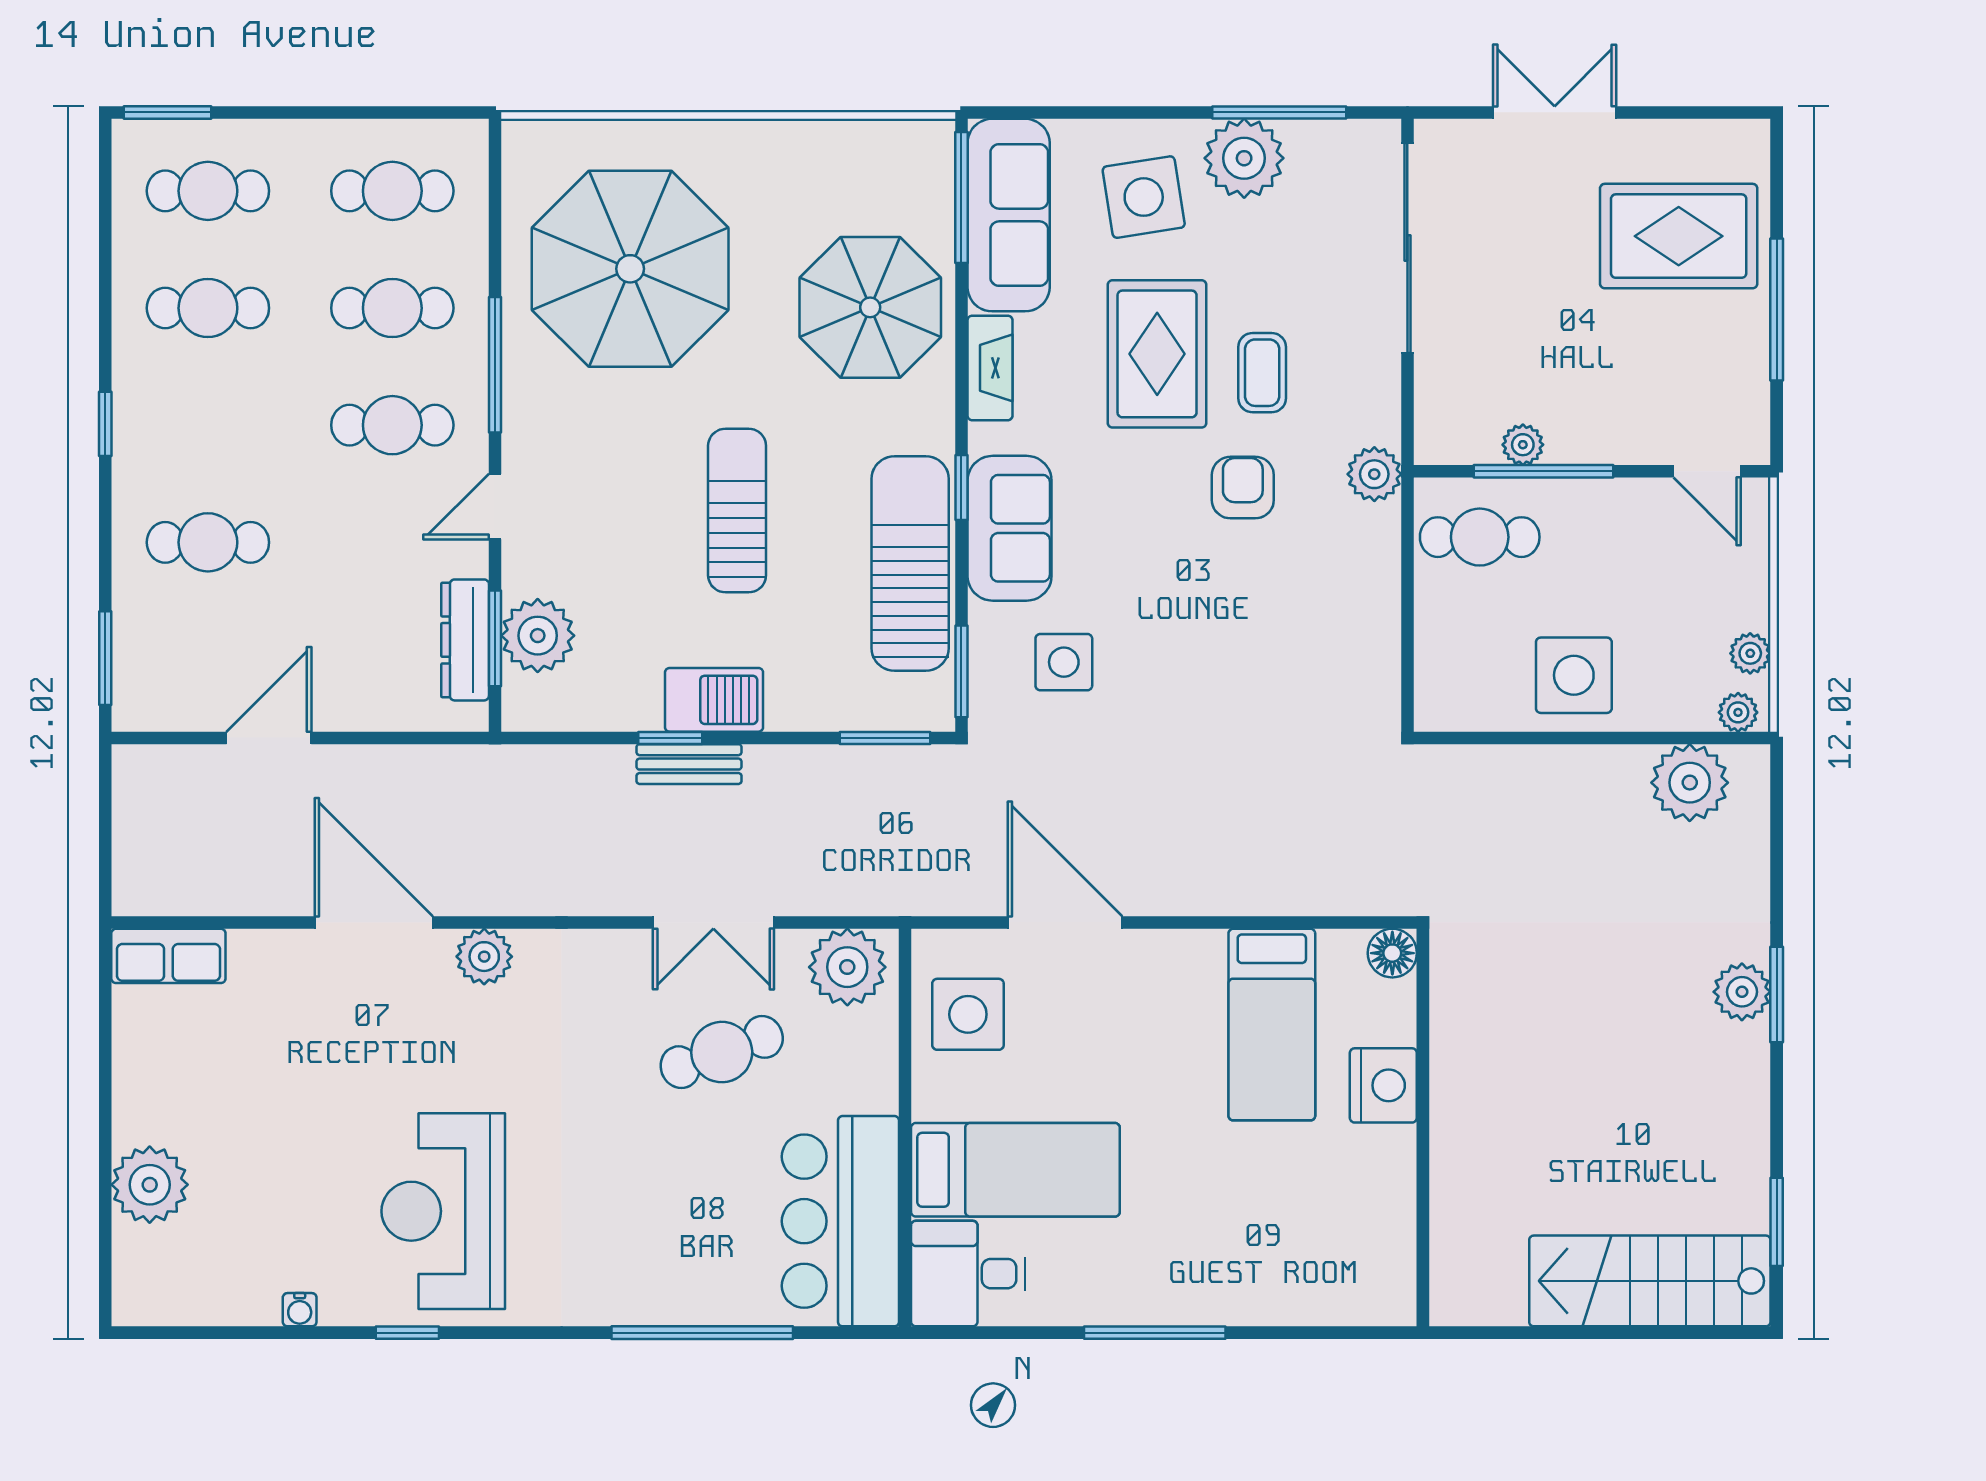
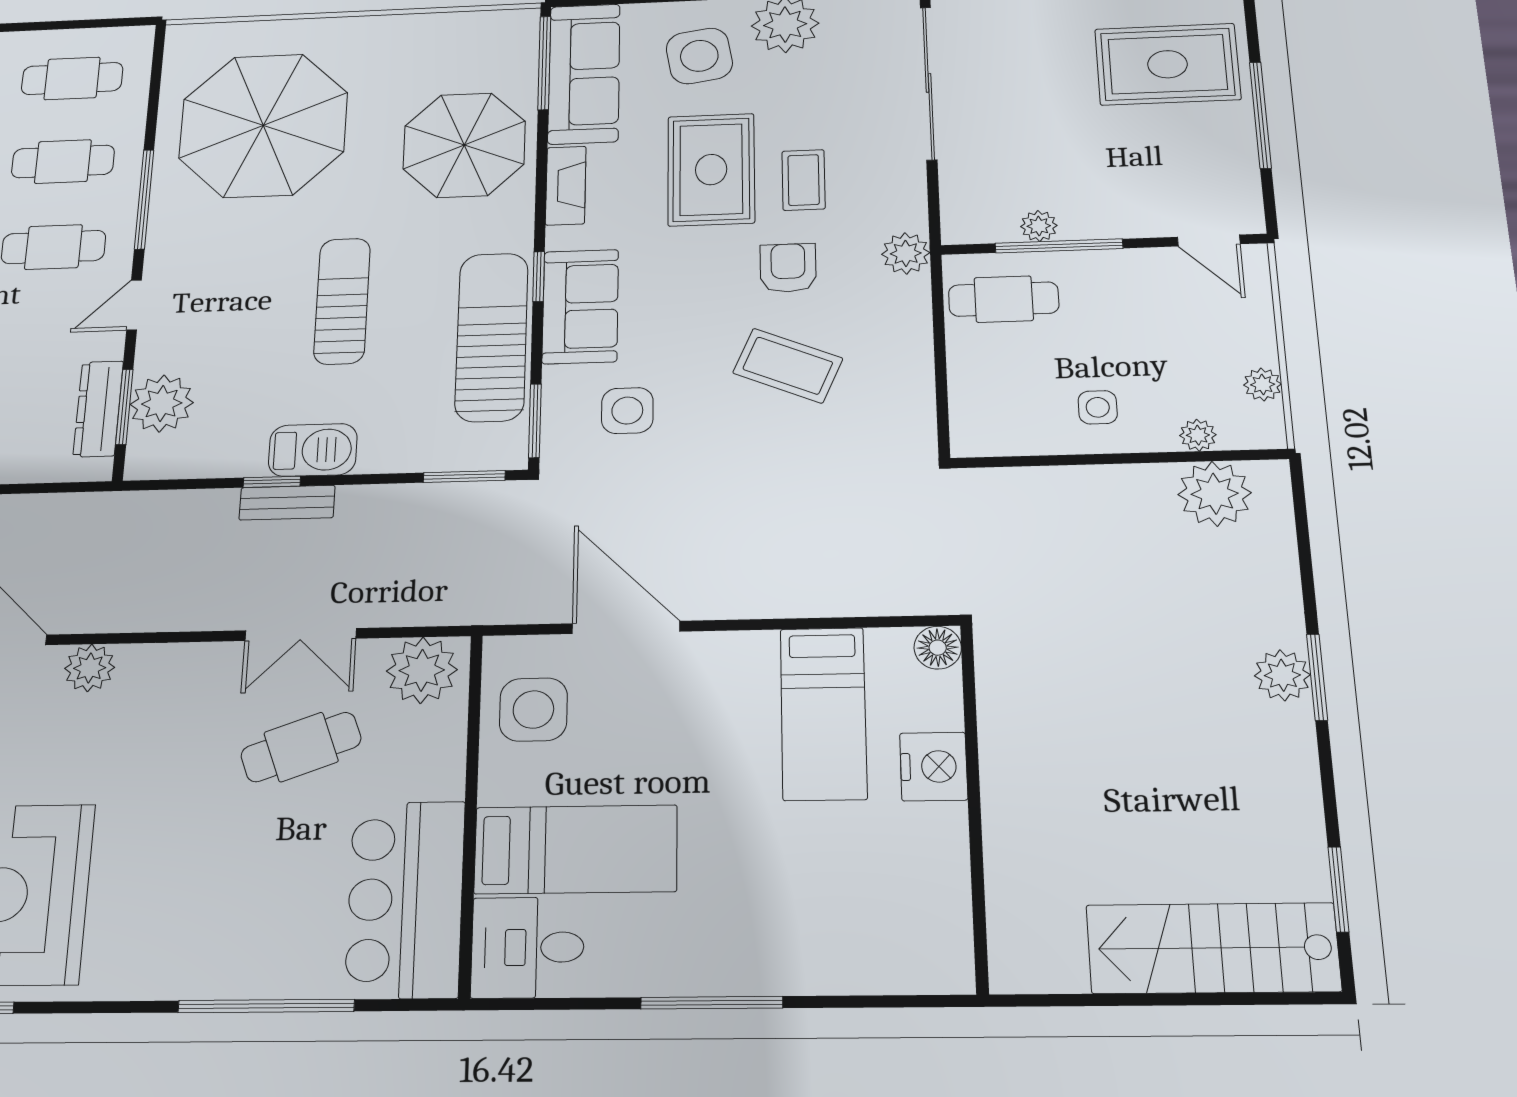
coffee table: (1241, 612) -> (788, 366), added
side table: (1574, 675) -> (1098, 407), width x0.54, depth x0.54
plant: (1738, 712) -> (1198, 435), moved

